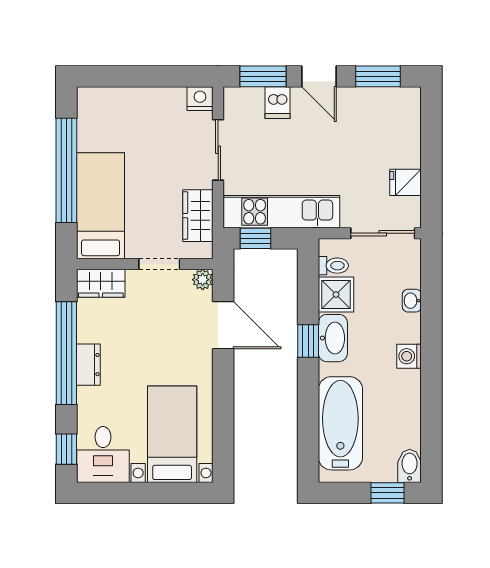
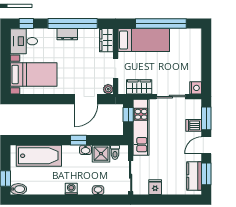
kitchen counter: (382, 102) -> (194, 176), added
washbasin: (333, 338) -> (86, 150), width x0.52, depth x0.69

